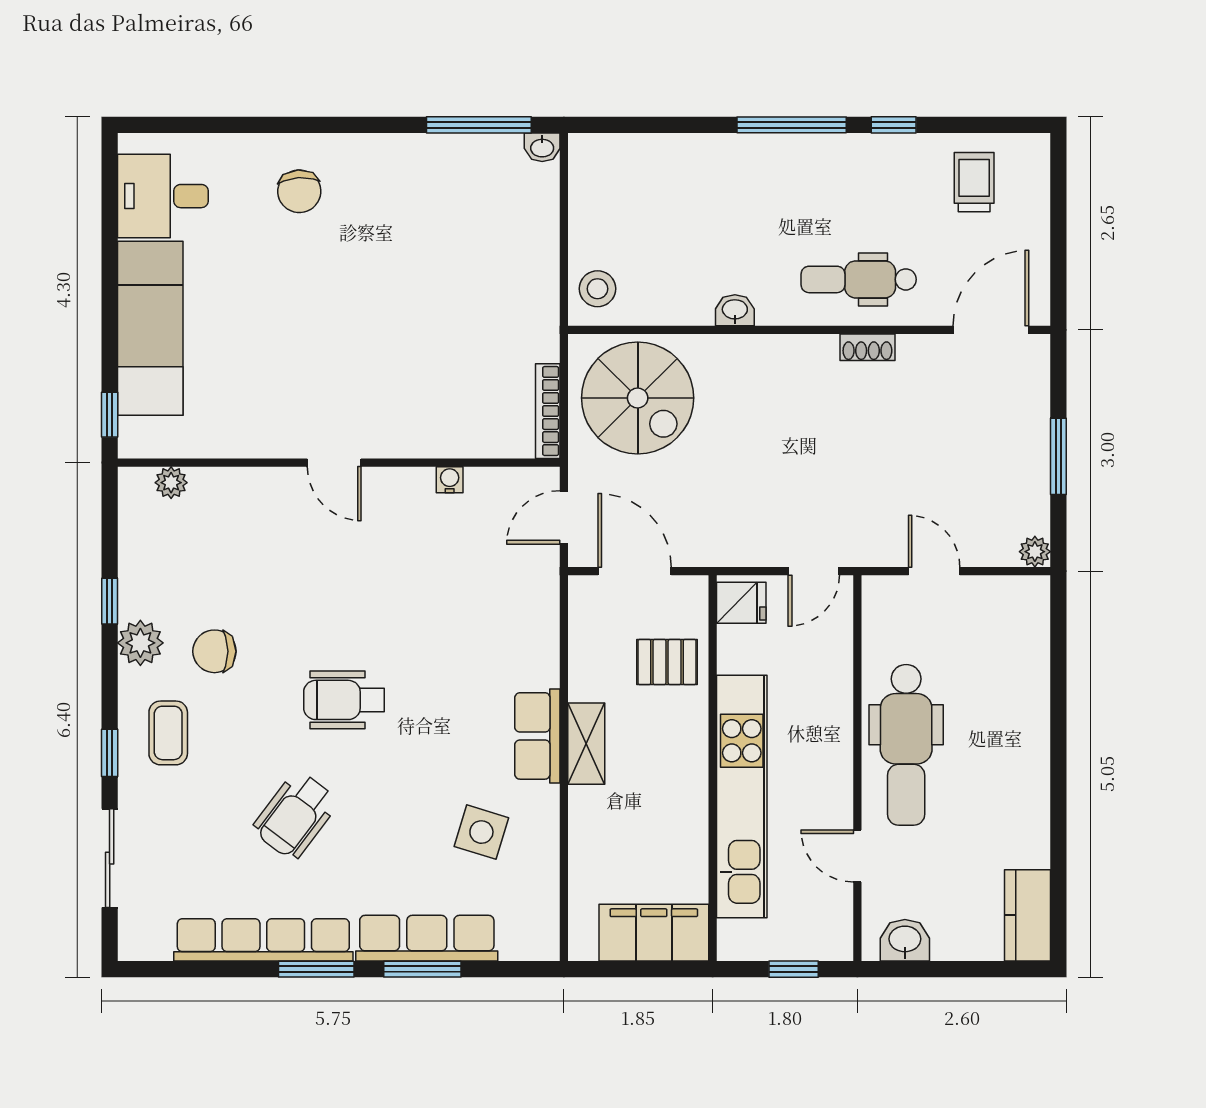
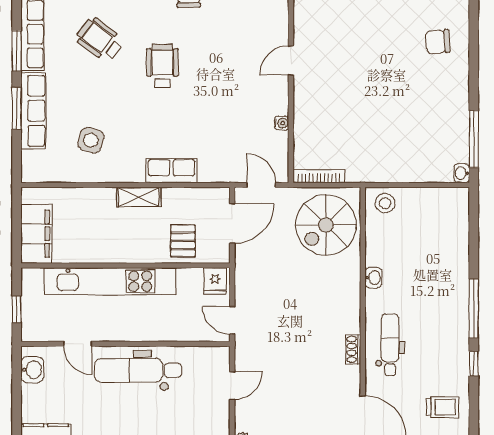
row of seats: (537, 736) -> (171, 171), moved
door: (857, 856) -> (78, 344), swing flipped

